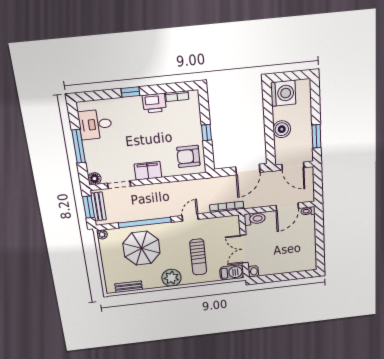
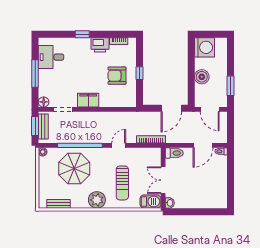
armchair: (188, 156) -> (117, 76), moved

